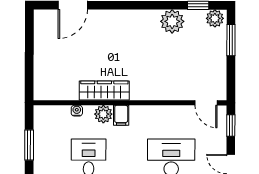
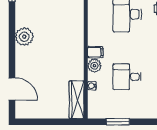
plant: (172, 21) -> (24, 37), moved
wardrobe: (104, 91) -> (77, 100), moved

